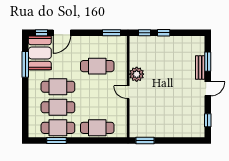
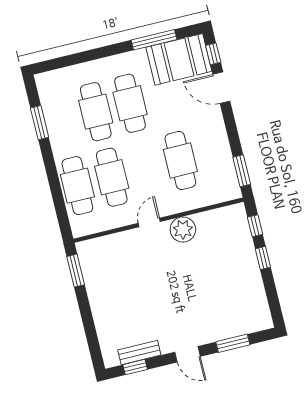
bench: (200, 68) -> (139, 352), moved
cafe table: (58, 128) -> (112, 177), moved

